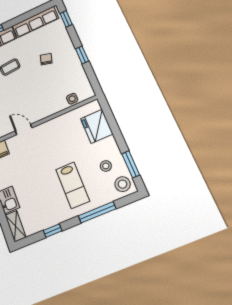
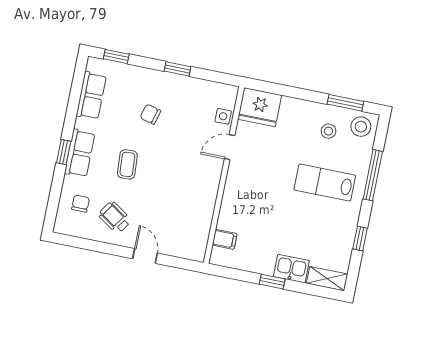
row of seats: (35, 22) -> (91, 96), width x0.68
fridge: (97, 126) -> (260, 107), moved
door: (24, 129) -> (230, 147), moved
lab bench: (73, 185) -> (325, 183), turned 180

